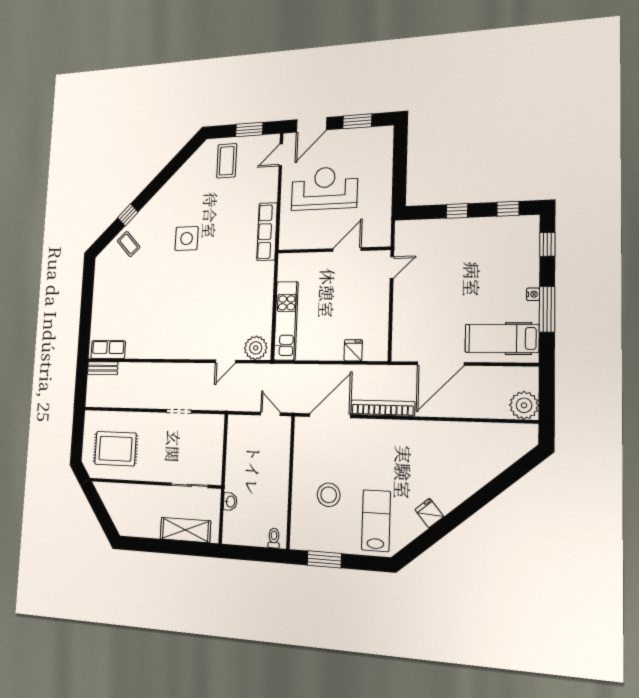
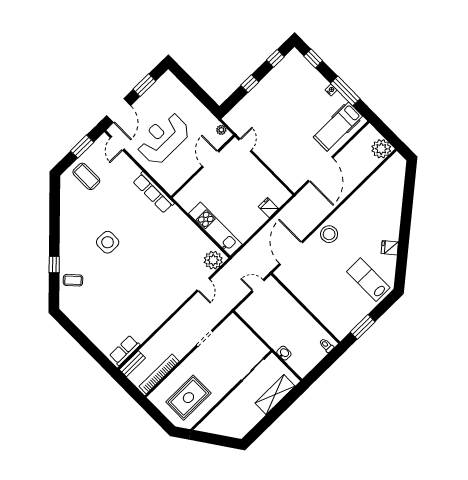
plant: (385, 231) -> (221, 130), added
bookcase: (383, 408) -> (159, 374), moved
stool: (329, 495) -> (329, 234), moved

